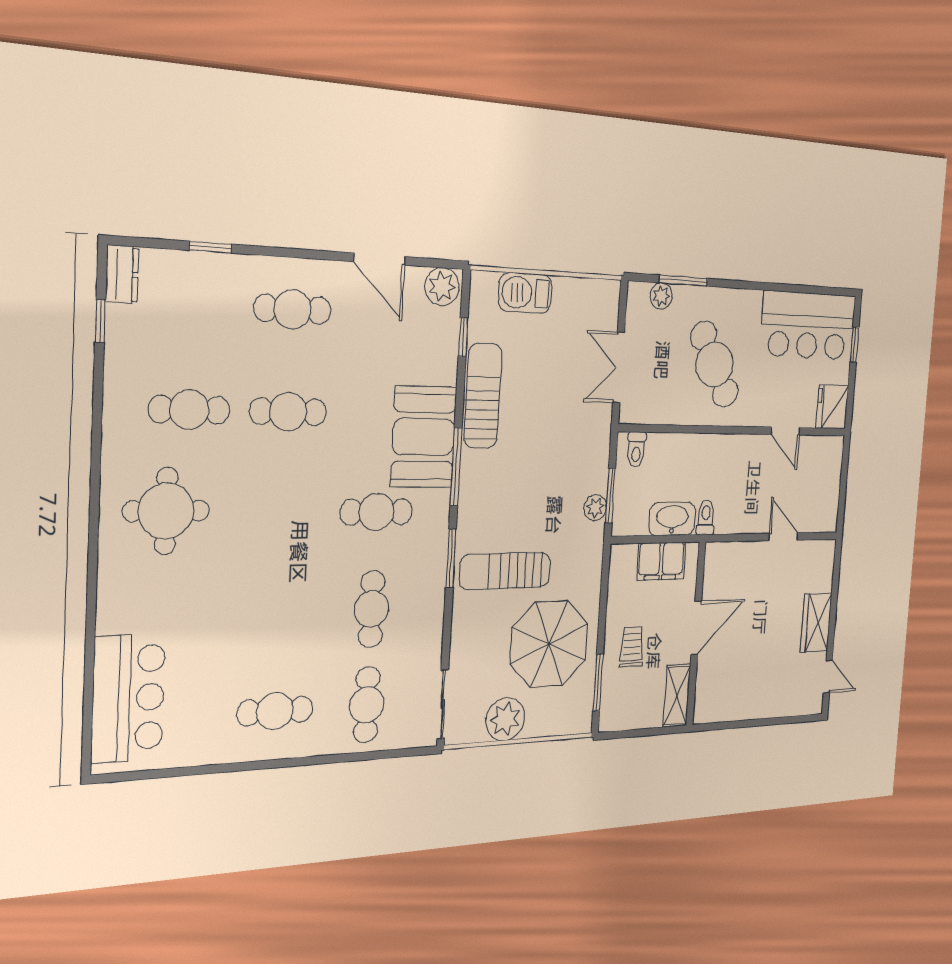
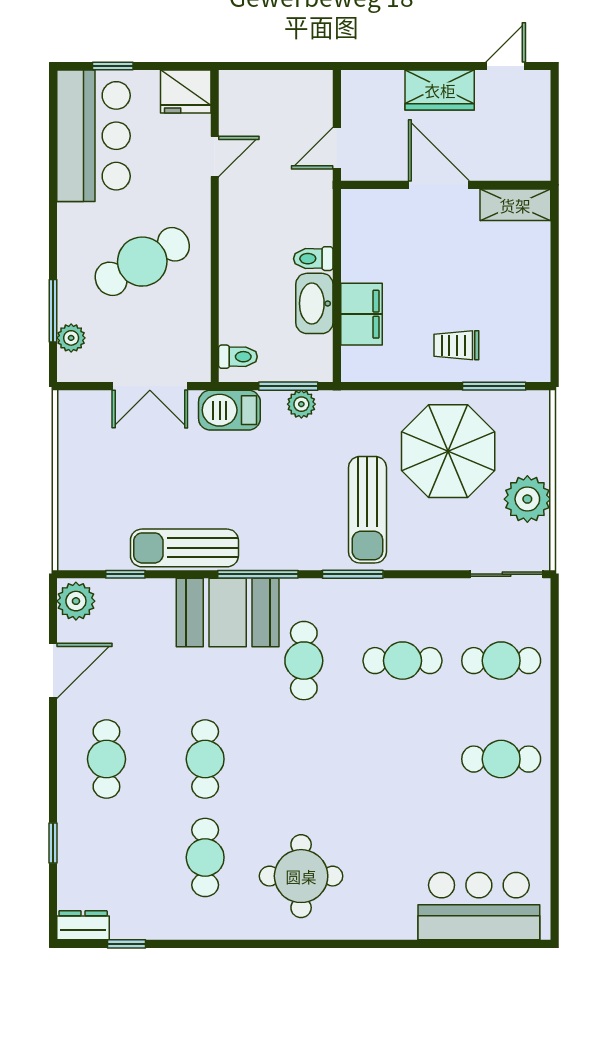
barbecue: (525, 293) -> (229, 410), moved, turned 90
door: (696, 628) -> (439, 185), moved
wall: (696, 634) -> (446, 185), moved
shelving: (677, 696) -> (515, 205), moved
cafe table: (275, 711) -> (501, 759), turned 90

